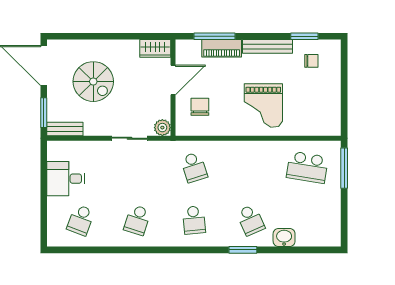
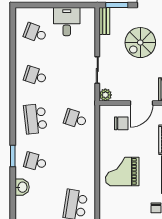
door: (173, 80) -> (142, 103), hinge flipped
school desk: (194, 167) -> (75, 119), turned 36
school desk: (194, 220) -> (35, 119), width x1.85
school desk: (251, 220) -> (35, 162), turned 39

